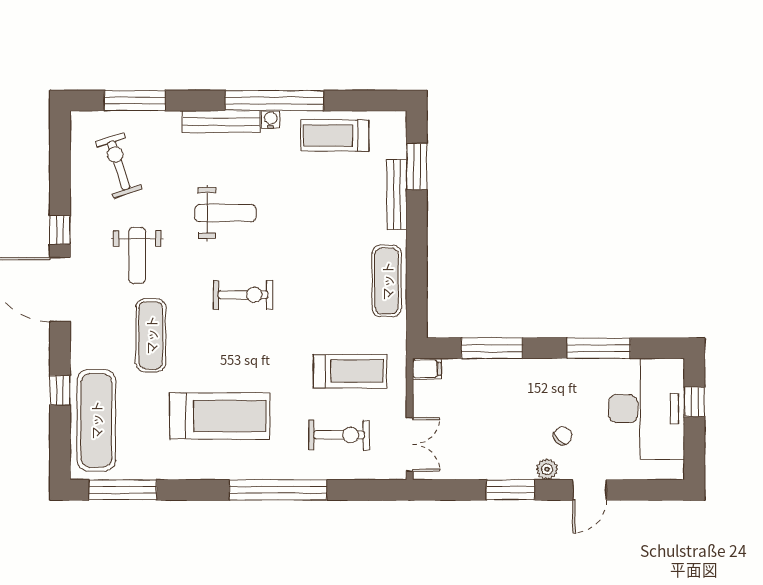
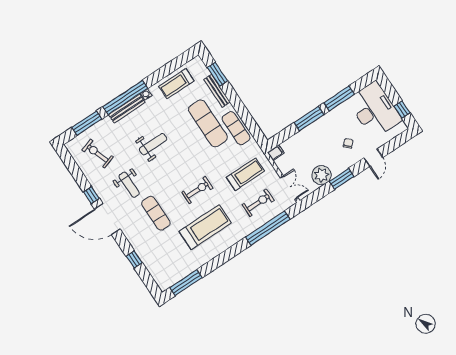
window: (274, 101) -> (125, 98), moved
exercise bike: (243, 295) -> (197, 190), moved
window: (492, 348) -> (309, 119), moved
window: (694, 402) -> (402, 109), moved
exercise mat: (96, 420) -> (208, 124), moved
plant: (547, 469) -> (321, 175), moved, width x1.88, depth x1.88
window: (278, 490) -> (268, 228), moved

